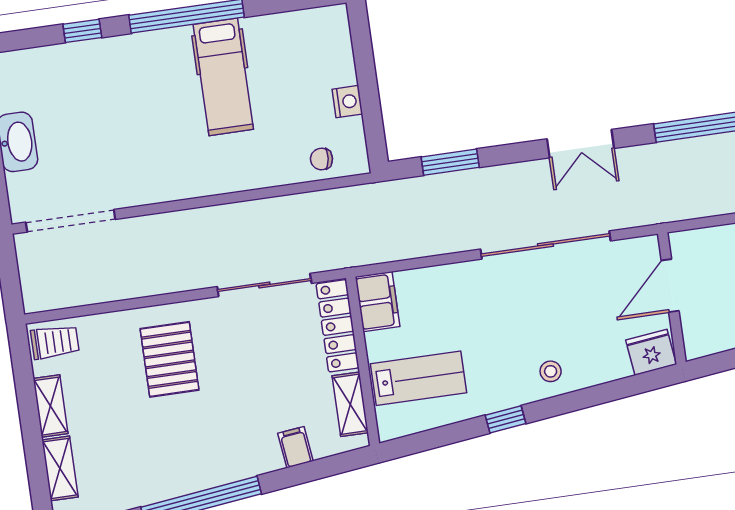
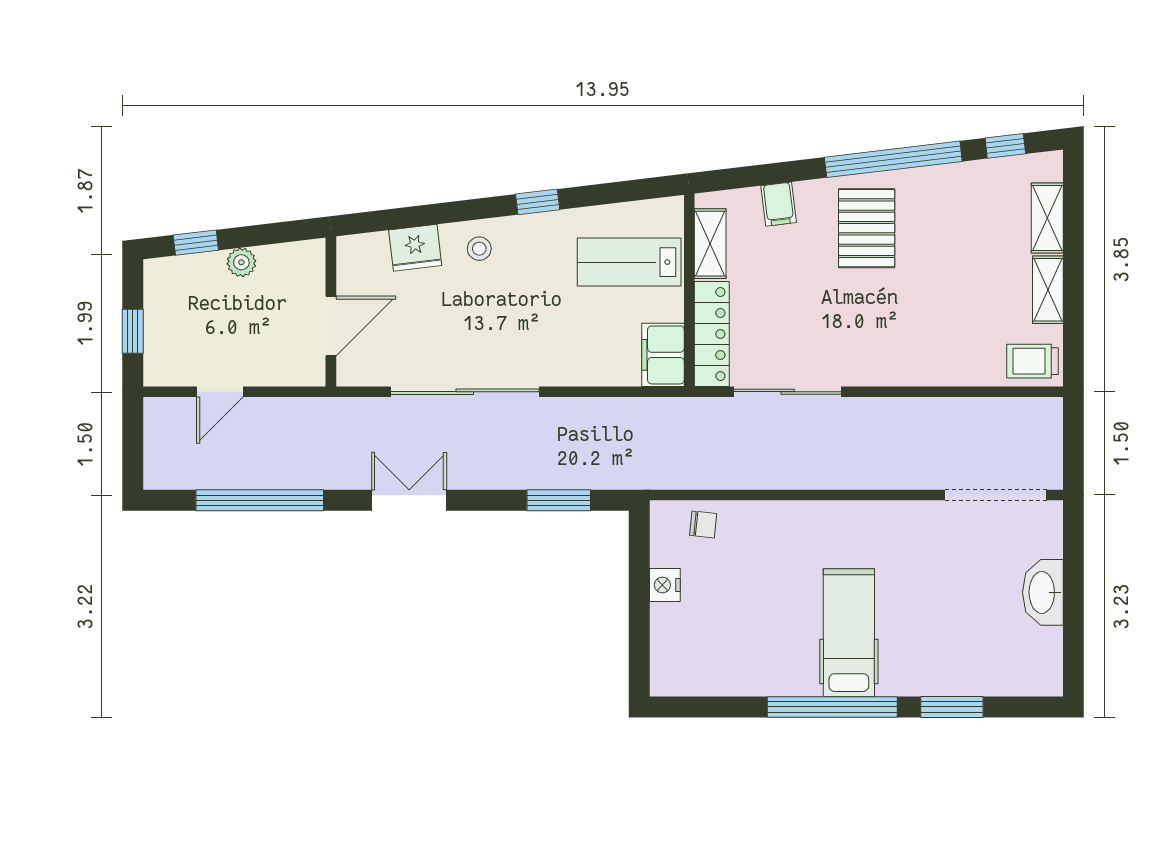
window: (82, 31) -> (952, 707), width x1.50
hospital bed: (223, 77) -> (849, 633), moved
fridge: (651, 352) -> (415, 248), moved
pallet: (170, 359) -> (867, 228), moved

